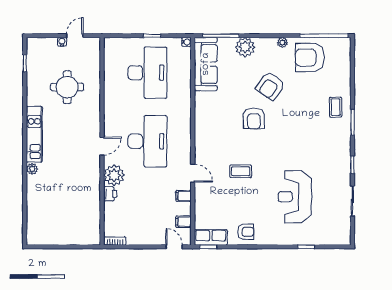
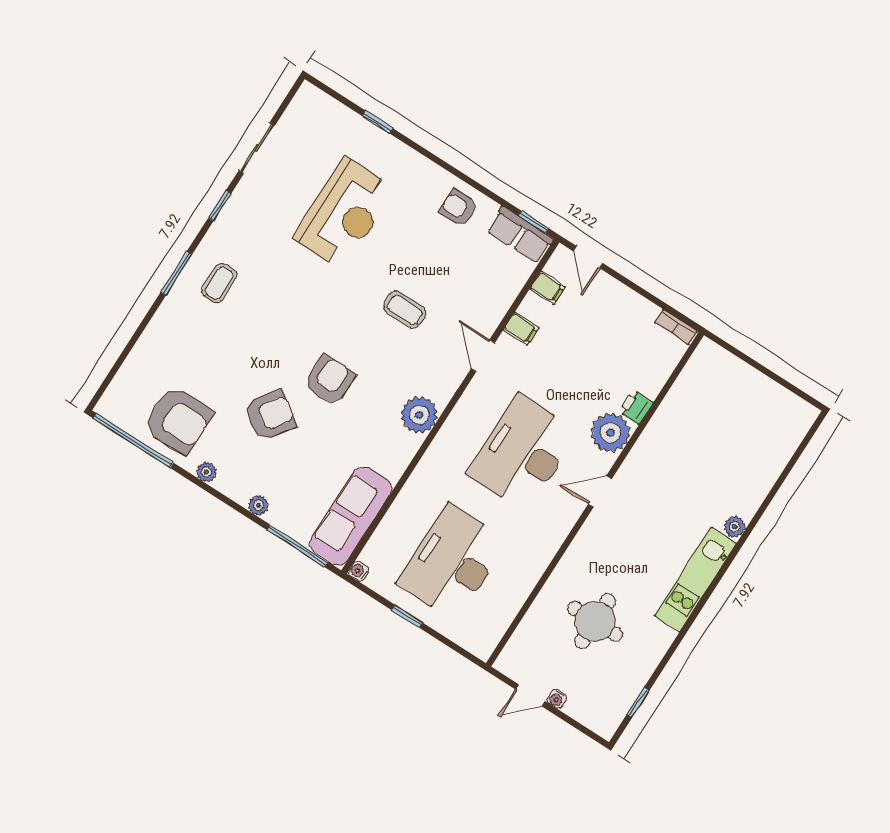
plant: (245, 47) -> (258, 505), width x0.53, depth x0.53
coffee table: (336, 107) -> (219, 283), moved
plant: (204, 129) -> (419, 415), added

